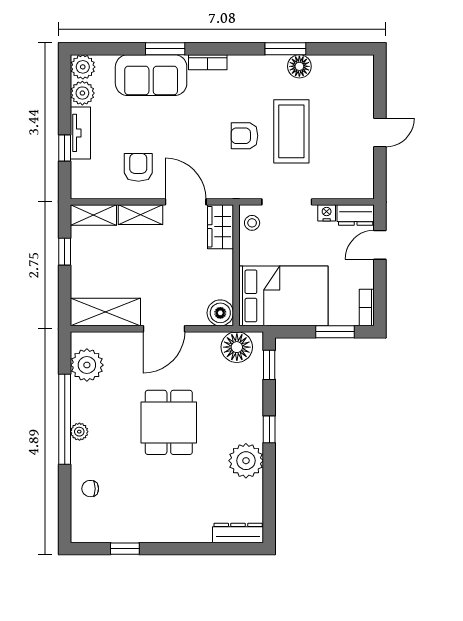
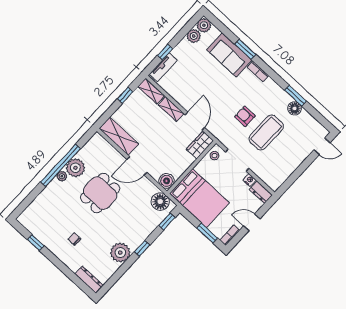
door: (380, 132) -> (322, 146), moved
tv unit: (80, 133) -> (163, 67), moved
armchair: (138, 167) -> (188, 89), removed
door: (380, 245) -> (252, 222), moved
plant: (87, 365) -> (75, 168), moved
dining table: (169, 422) -> (100, 193), moved
chair: (90, 489) -> (74, 239), moved

